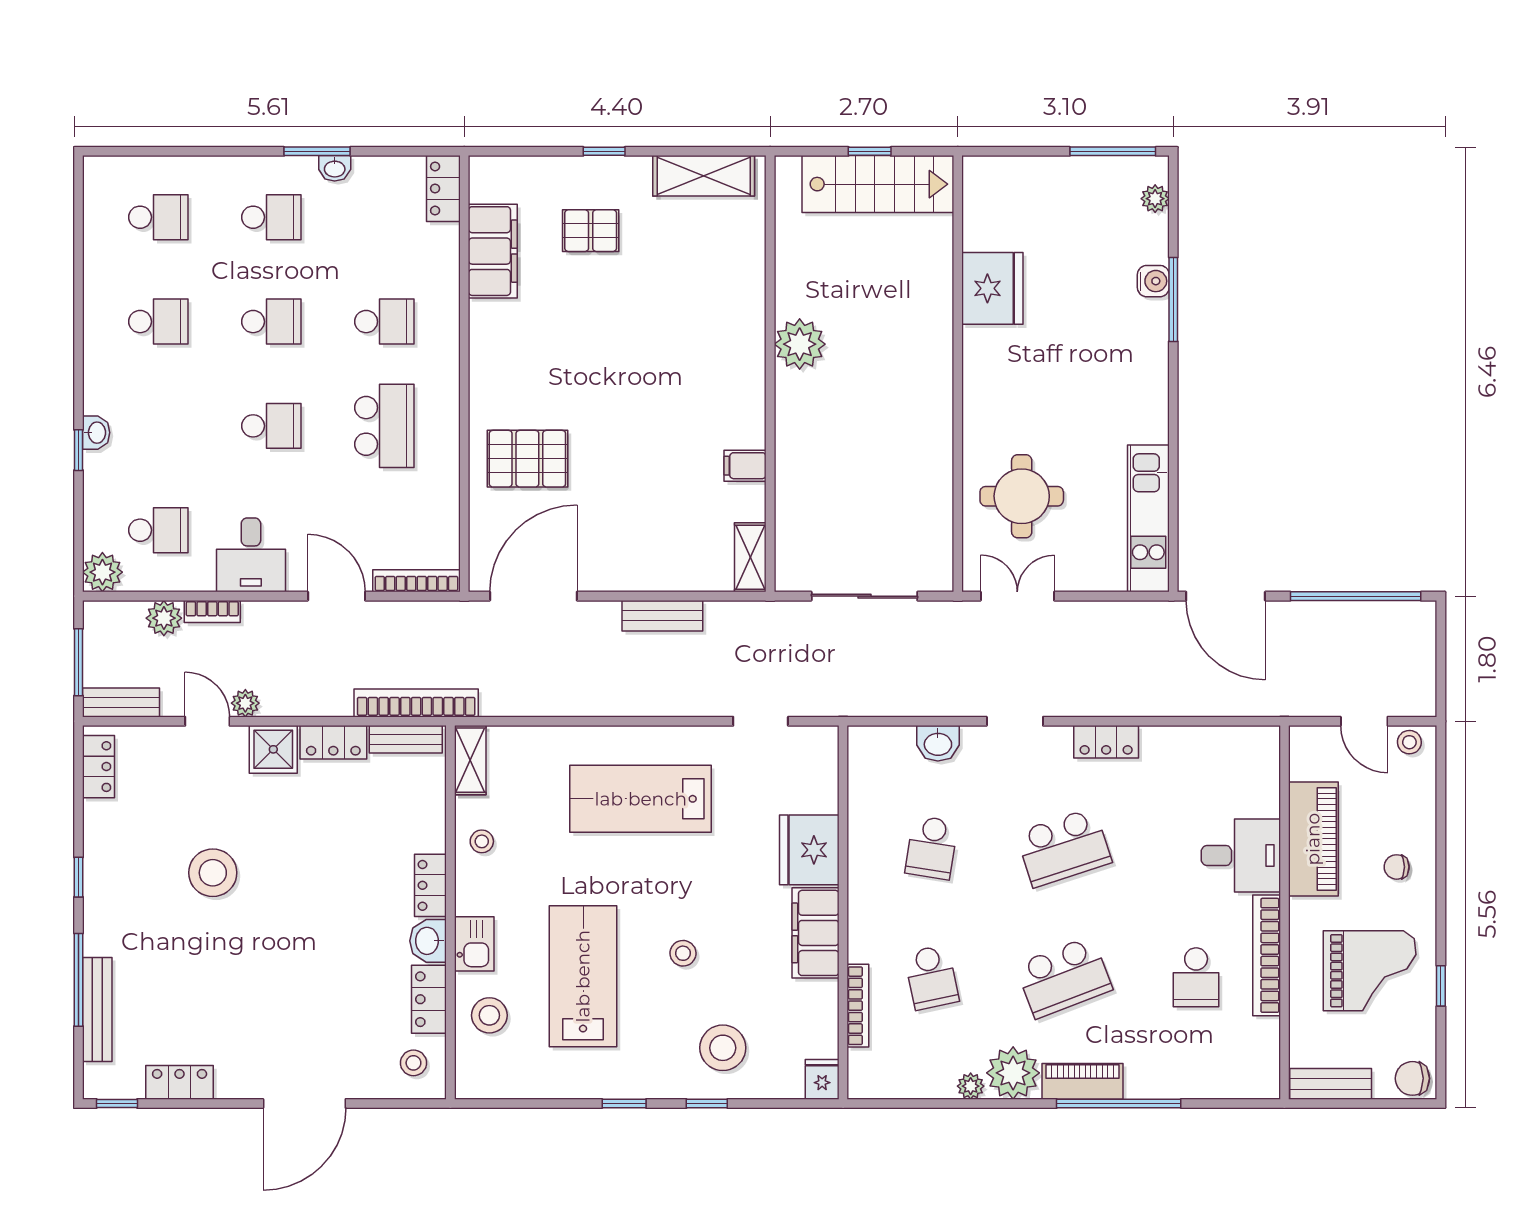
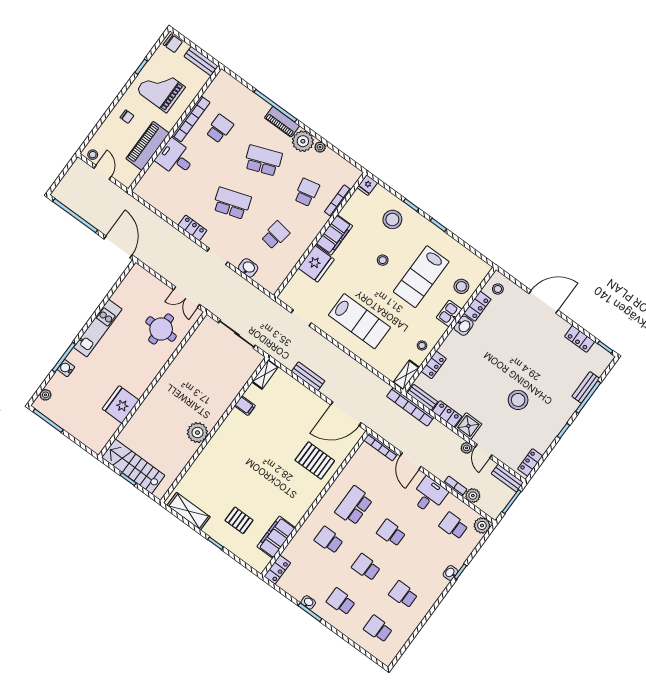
kitchen unit: (1148, 518) -> (98, 328), moved
locker: (430, 885) -> (434, 365), moved
bench: (97, 1009) -> (586, 387), width x0.73

